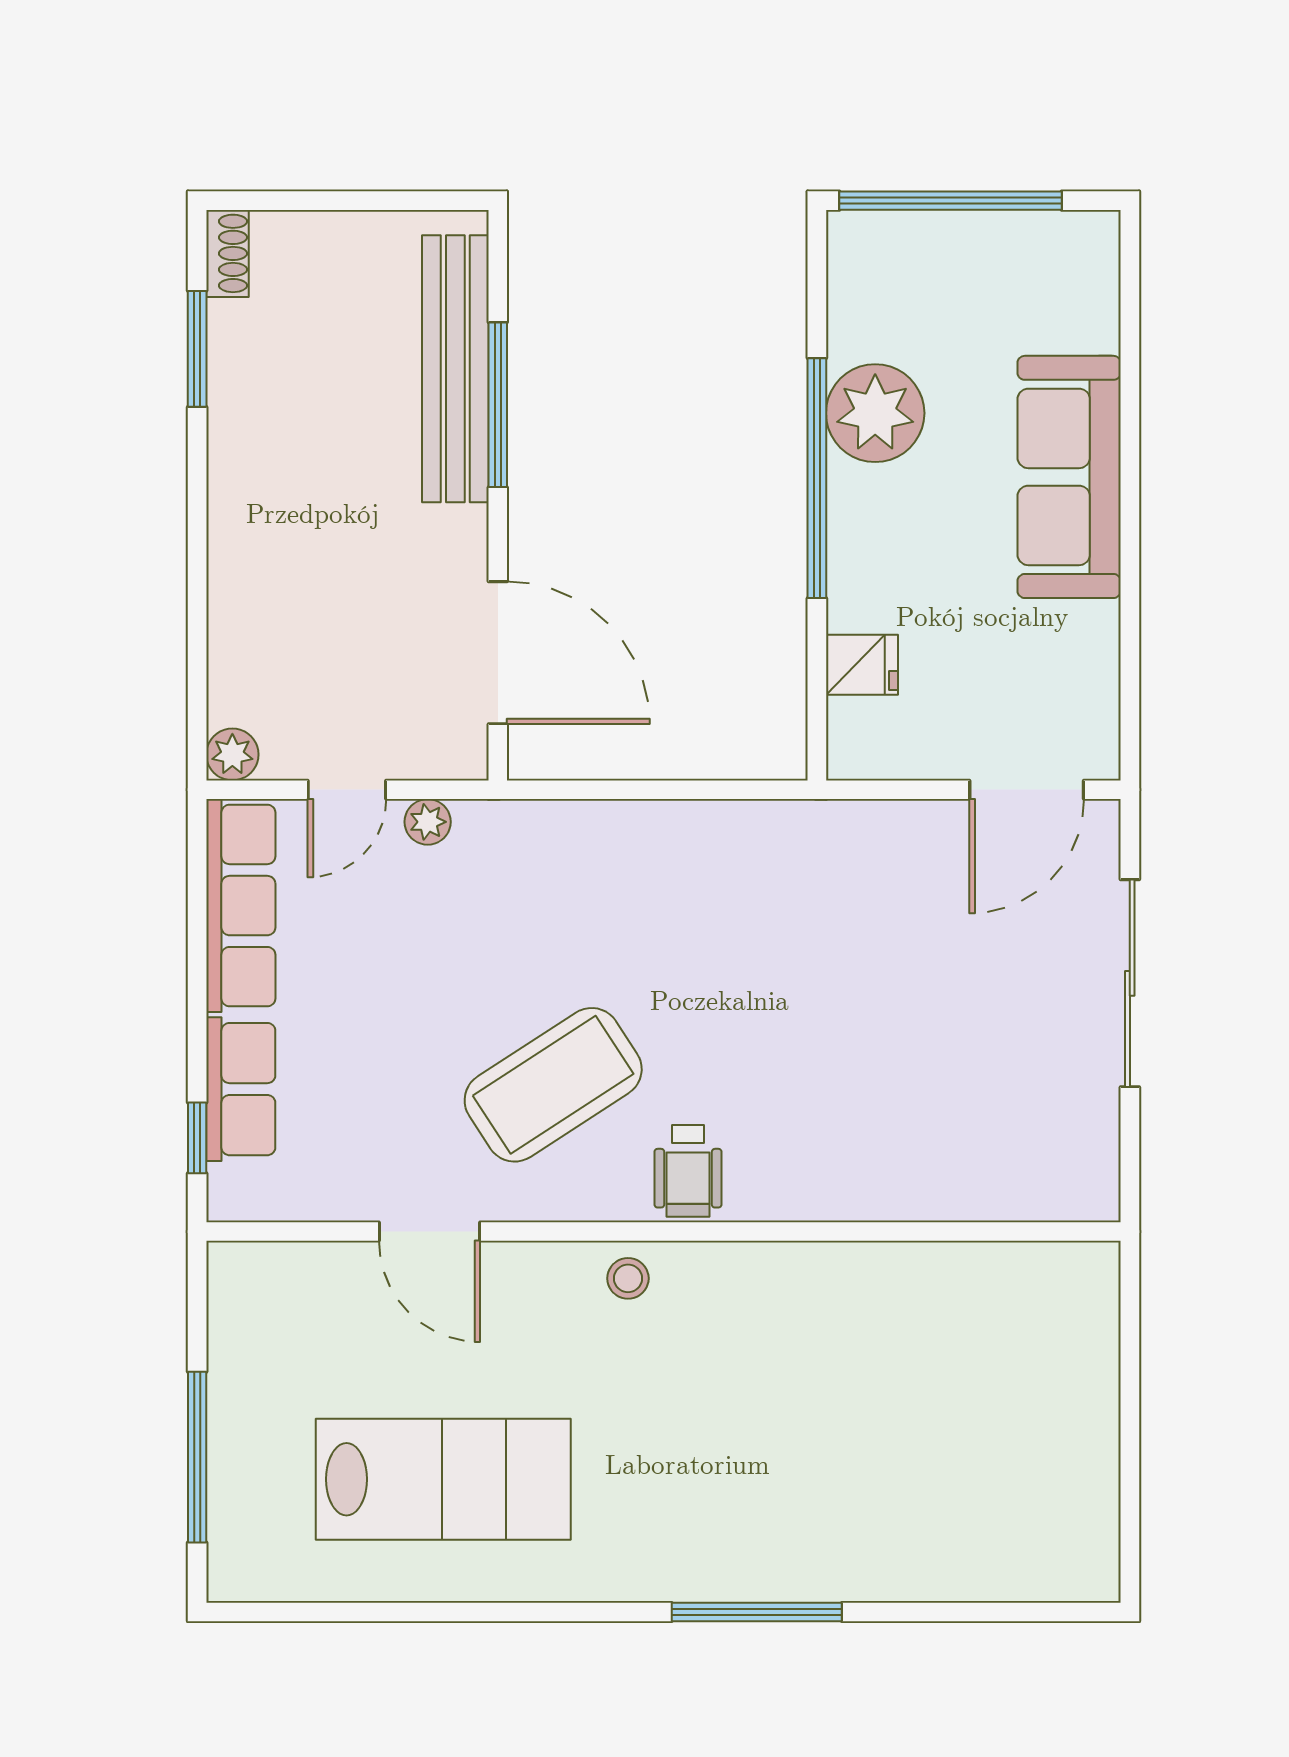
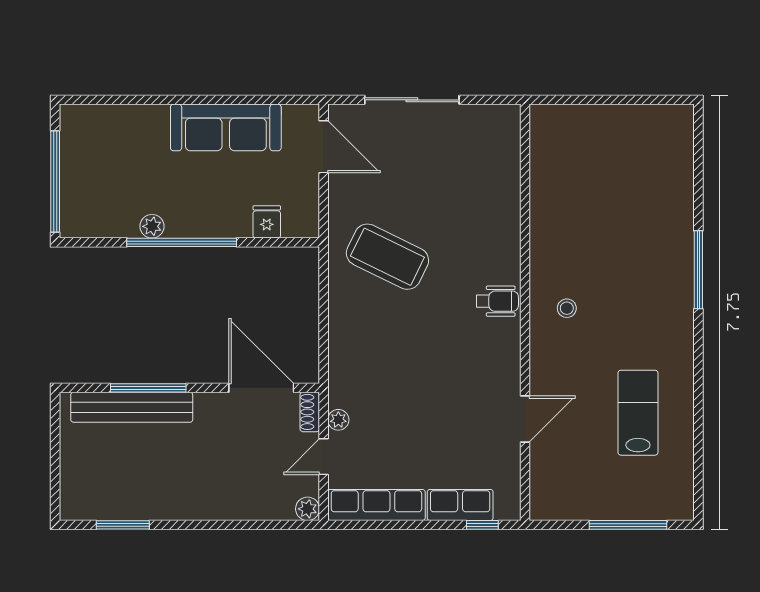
shoe rack: (227, 253) -> (310, 412), moved, turned -90
plant: (875, 413) -> (152, 226), width x0.53, depth x0.53
sofa: (1069, 477) -> (226, 127), moved
door: (498, 653) -> (261, 388), hinge flipped
door: (347, 790) -> (324, 457), swing flipped
coffee table: (553, 1085) -> (387, 257), moved, turned -31
stool: (628, 1278) -> (567, 308), moved
lab bench: (443, 1479) -> (638, 413), width x0.73, depth x0.72

